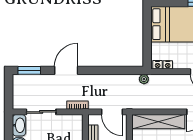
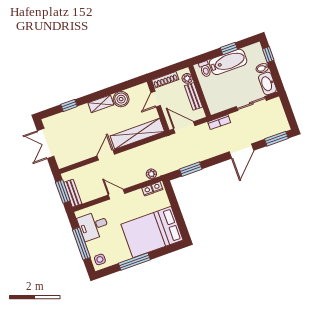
window: (120, 70) -> (191, 169), added
plant: (144, 79) -> (151, 174), moved

